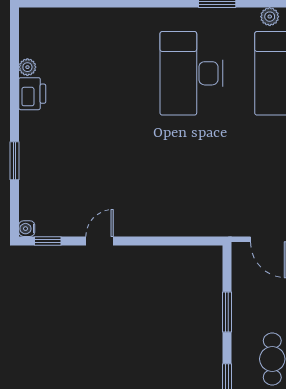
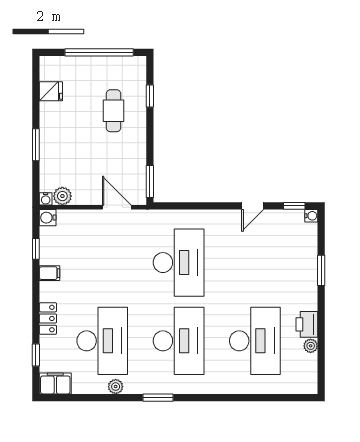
desk: (97, 73) -> (255, 341), added
desk: (192, 171) -> (179, 263), added
window: (227, 312) -> (150, 181), moved

